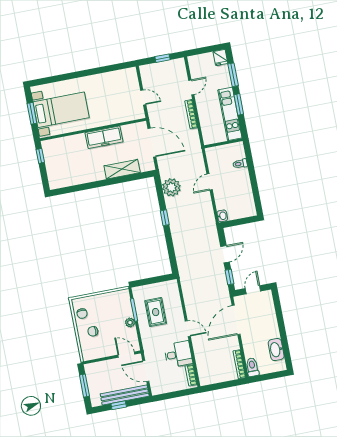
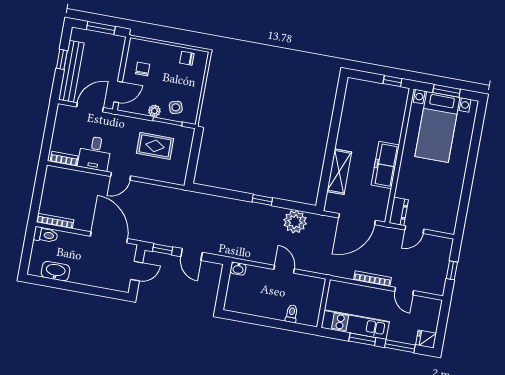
dresser: (134, 114) -> (399, 211), added
door: (253, 290) -> (137, 271), hinge flipped
side table: (121, 308) -> (176, 107), added
chair: (93, 331) -> (143, 69), moved

